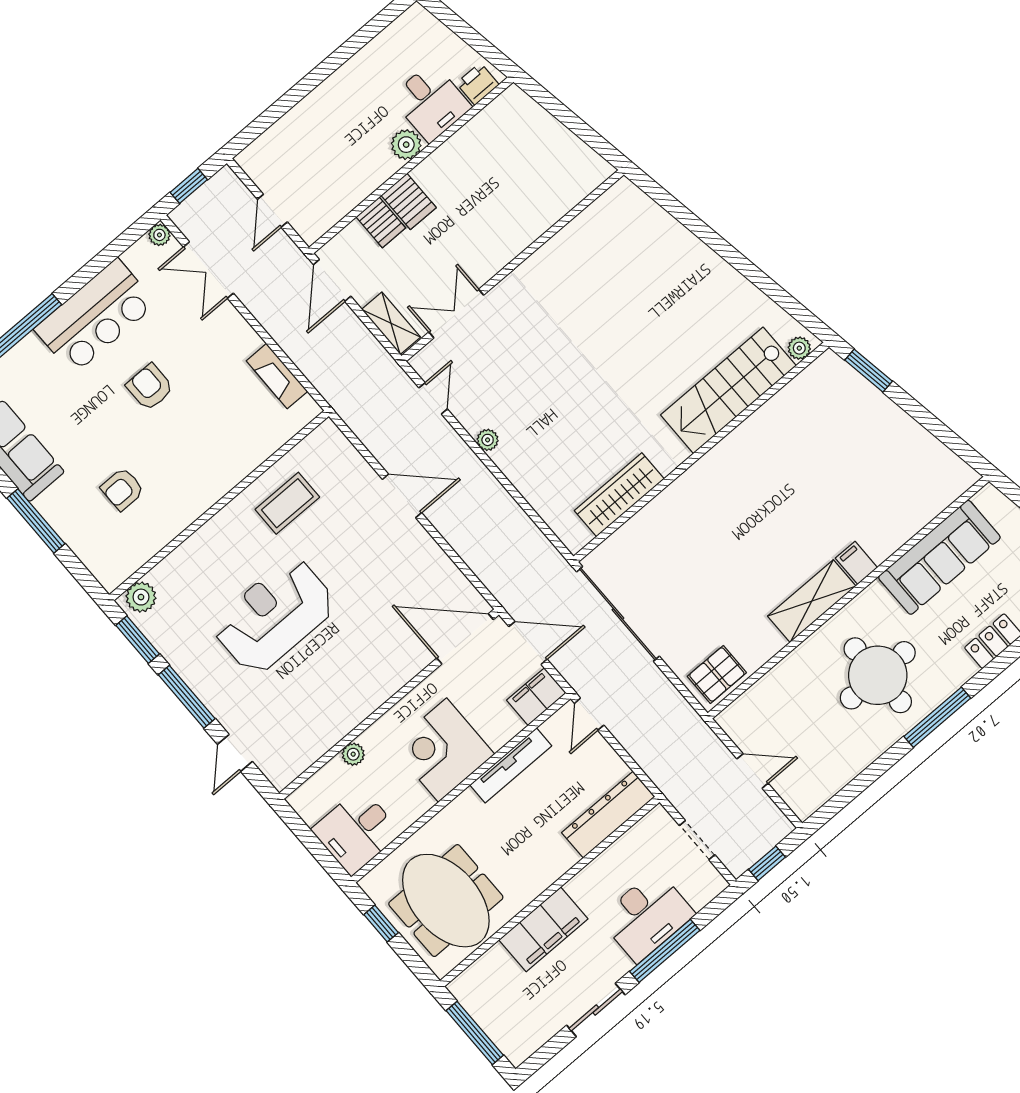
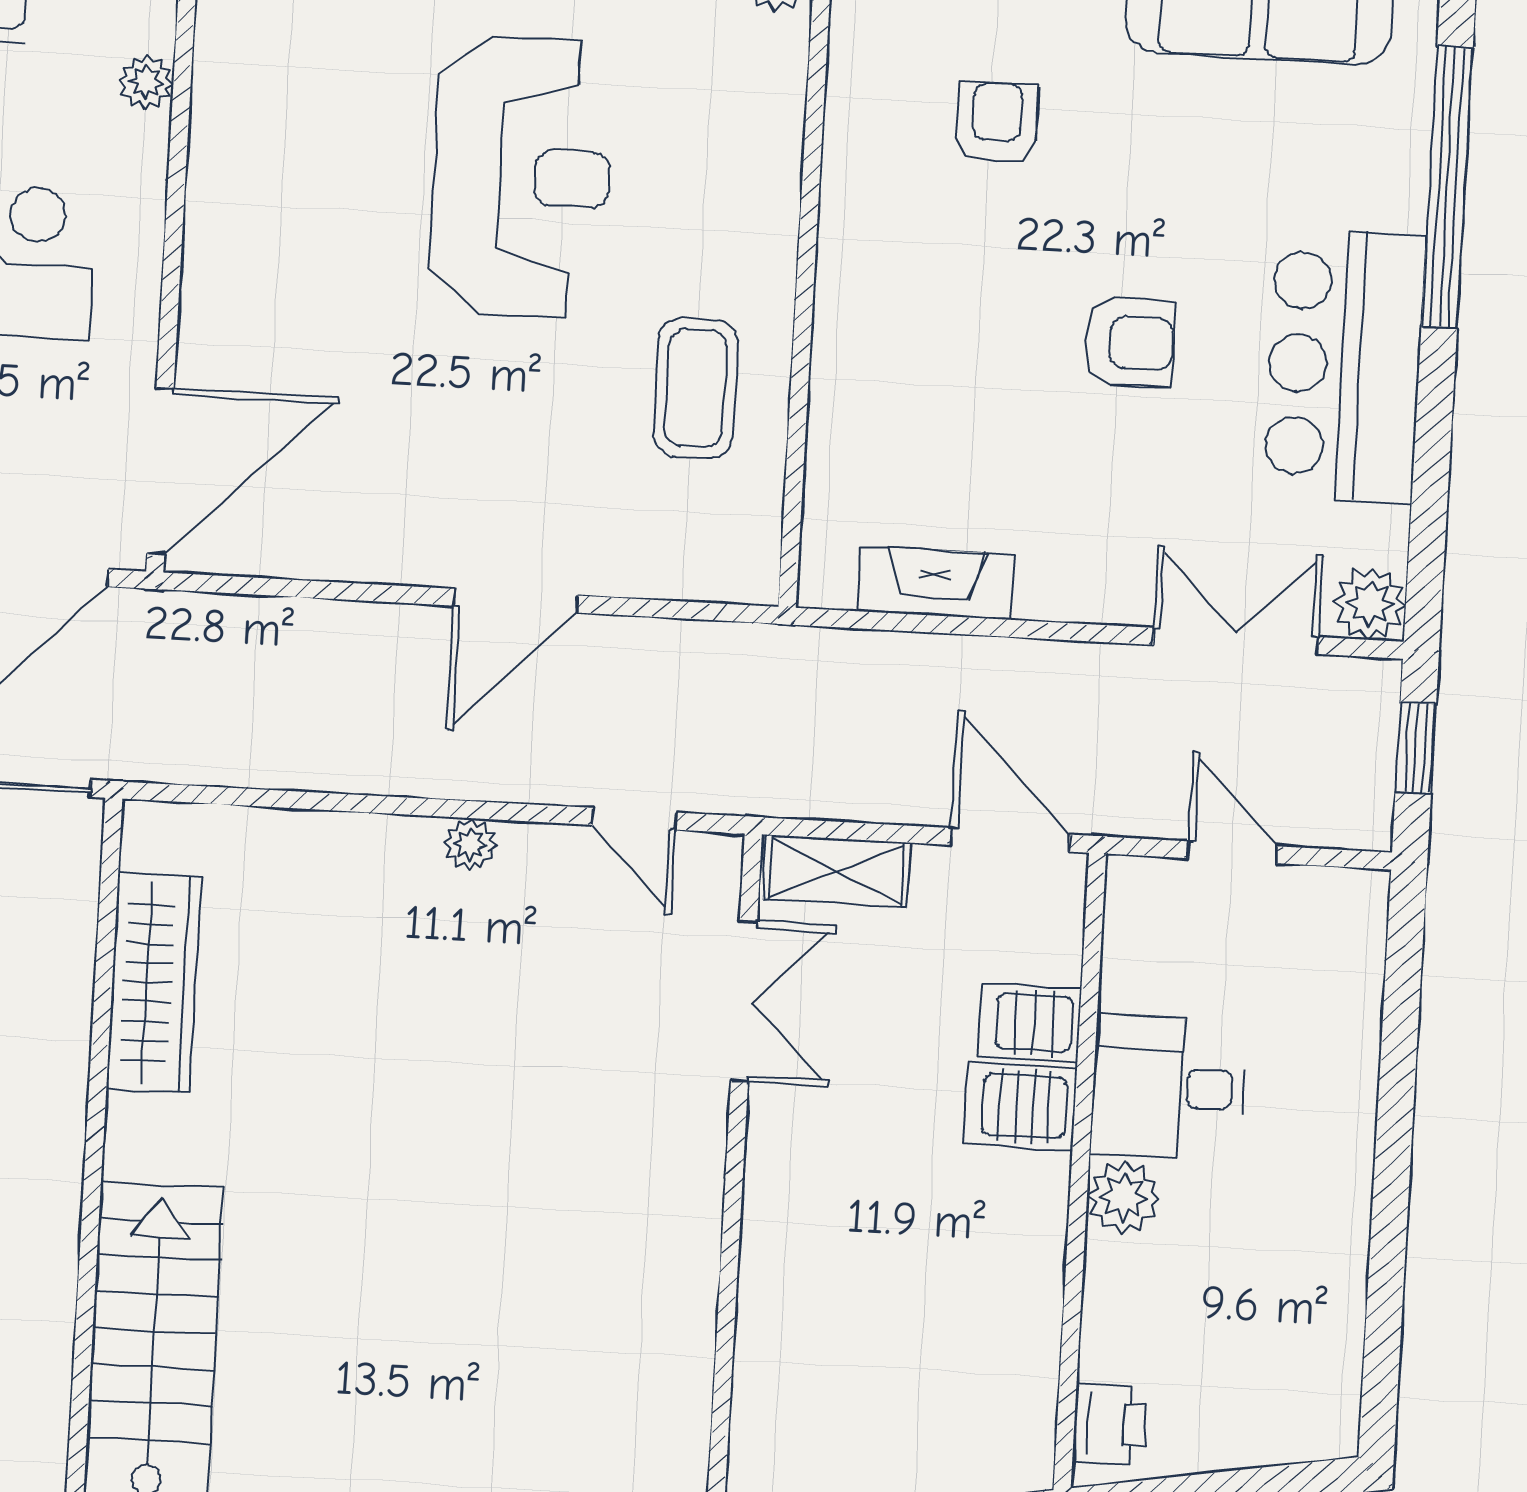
desk: (431, 102) -> (1169, 1087), moved
plant: (159, 235) -> (1370, 604), width x1.38, depth x1.38

